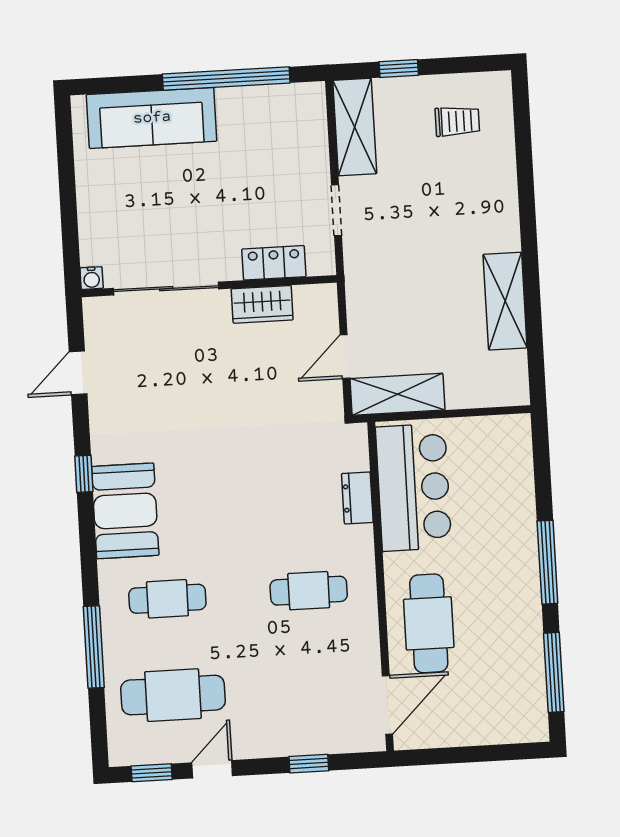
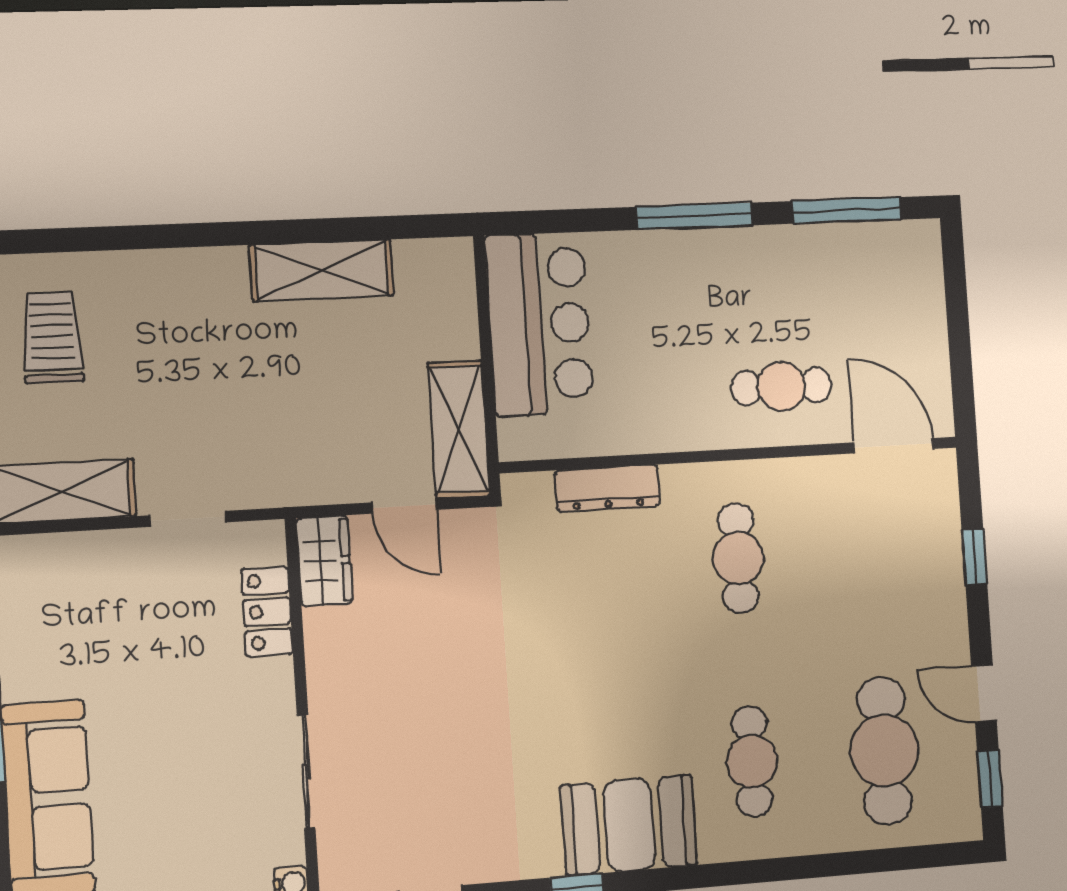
trolley: (457, 121) -> (52, 337), width x1.36, depth x1.39
sliding door: (166, 289) -> (306, 772), width x0.73
wardrobe: (262, 304) -> (324, 561), moved
bar counter: (414, 487) -> (539, 324), moved, turned 90
dresser: (357, 498) -> (607, 488), width x1.44
cafe table: (429, 623) -> (781, 386), width x0.73, depth x0.74
window: (94, 647) -> (820, 866), removed

